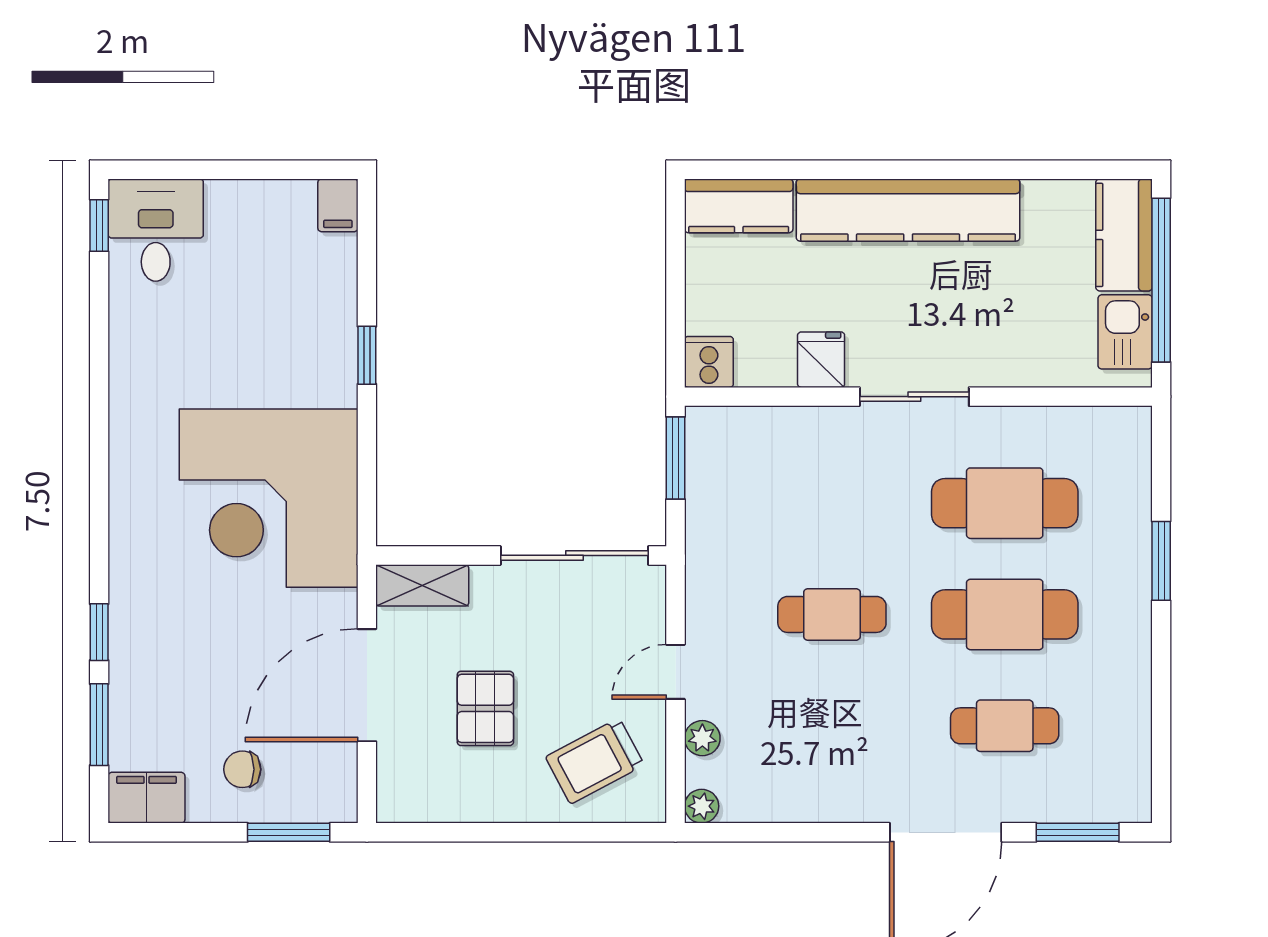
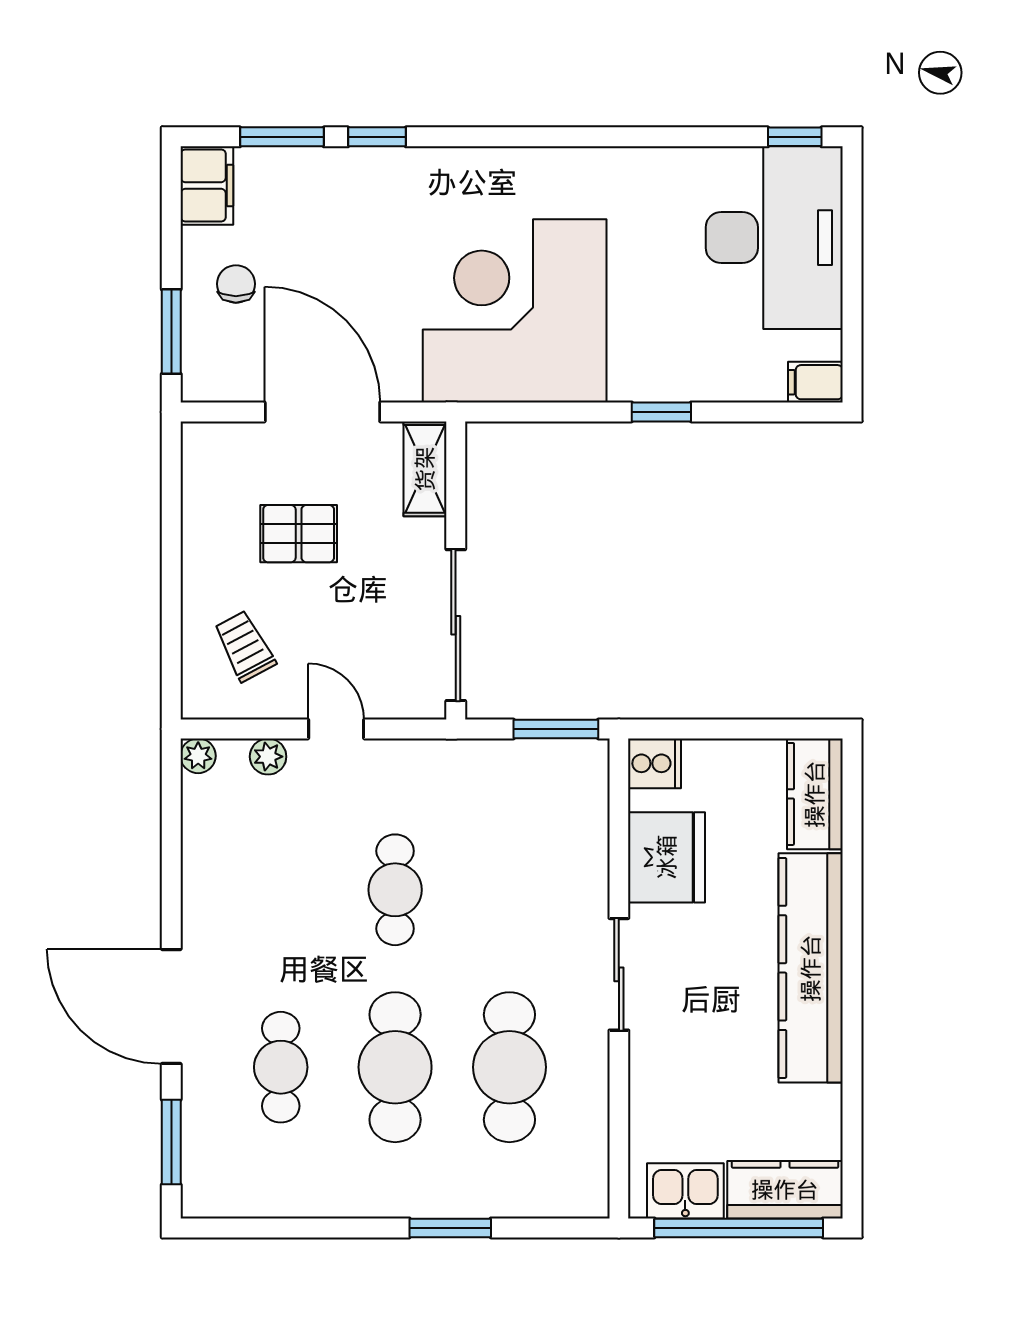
desk: (156, 230) -> (774, 238), width x1.87, depth x1.30
fridge: (821, 360) -> (667, 857), width x1.88, depth x1.34
trolley: (595, 761) -> (245, 646), width x0.73, depth x0.72

